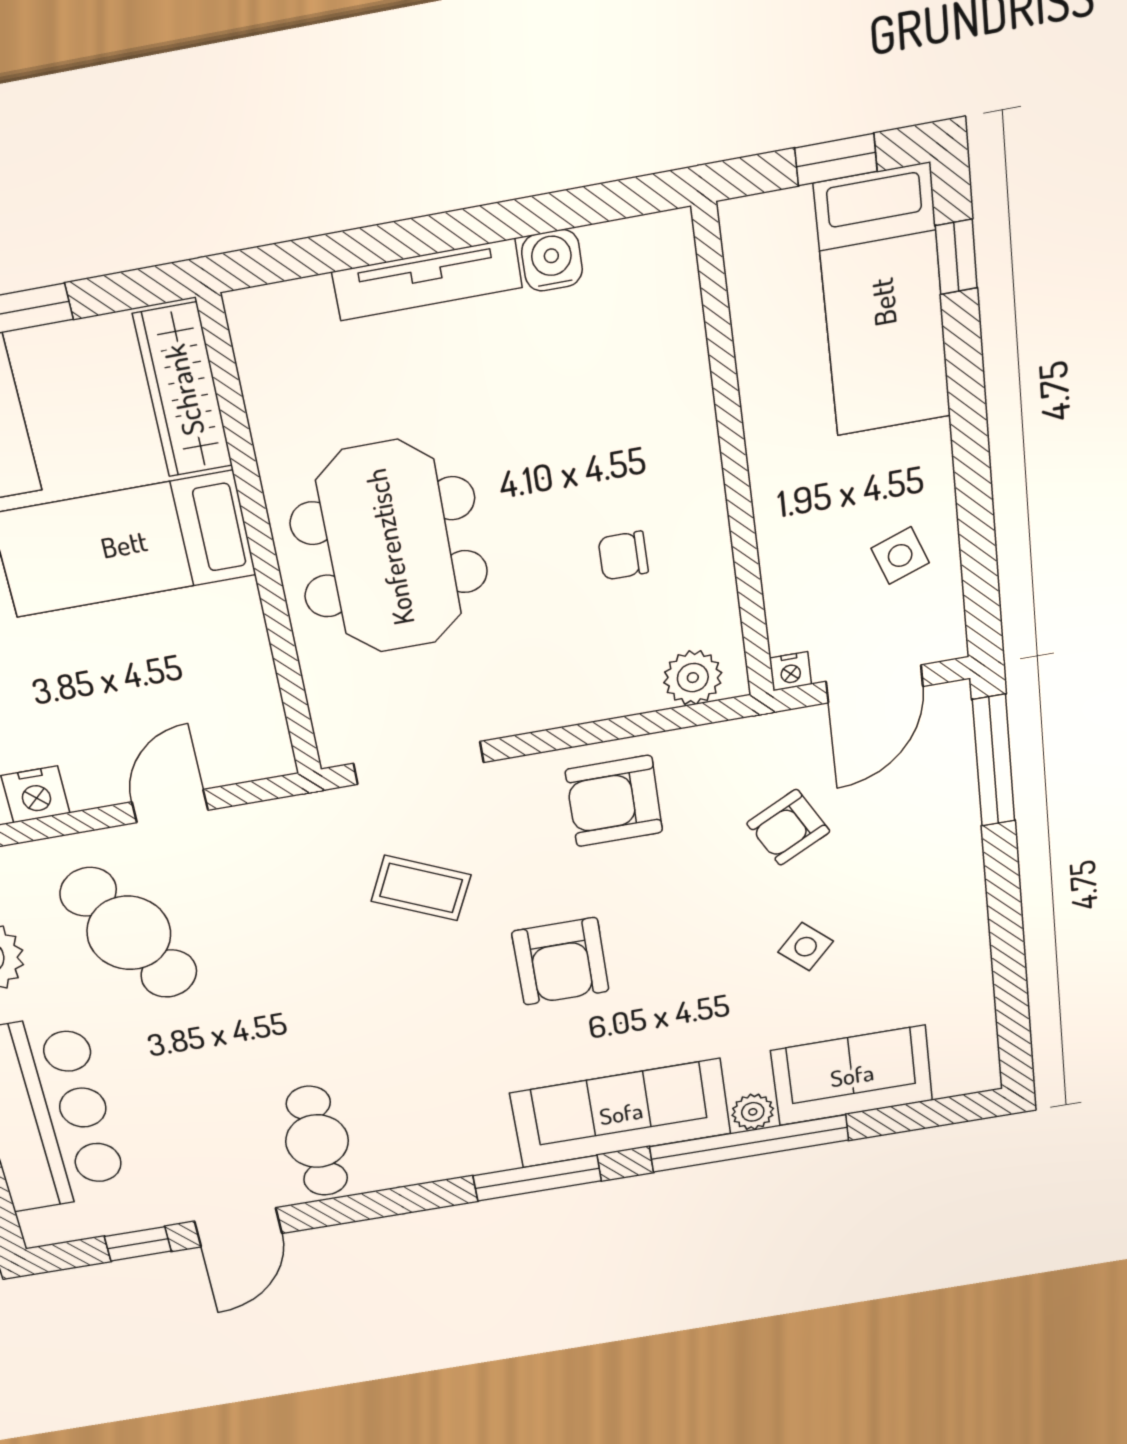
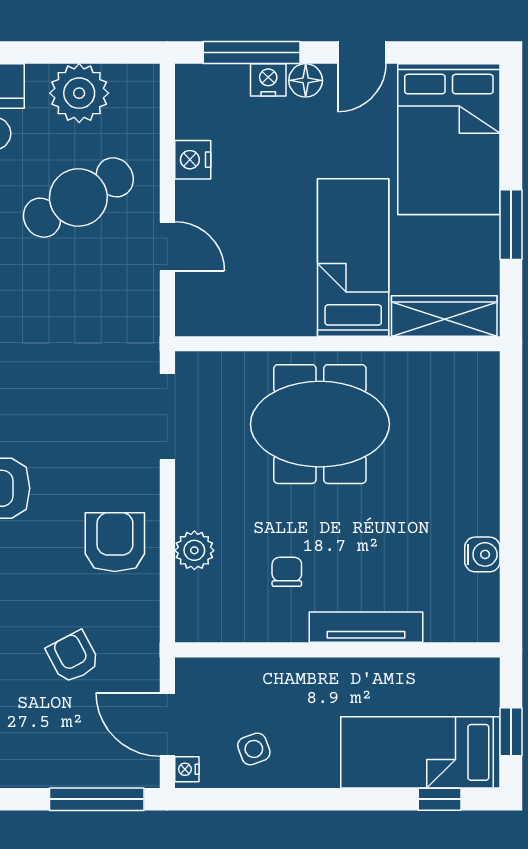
tv unit: (427, 280) -> (366, 627), moved, turned 90
nightstand: (790, 671) -> (187, 769), moved
plant: (693, 678) -> (194, 550), moved
coffee table: (421, 888) -> (75, 402), removed

